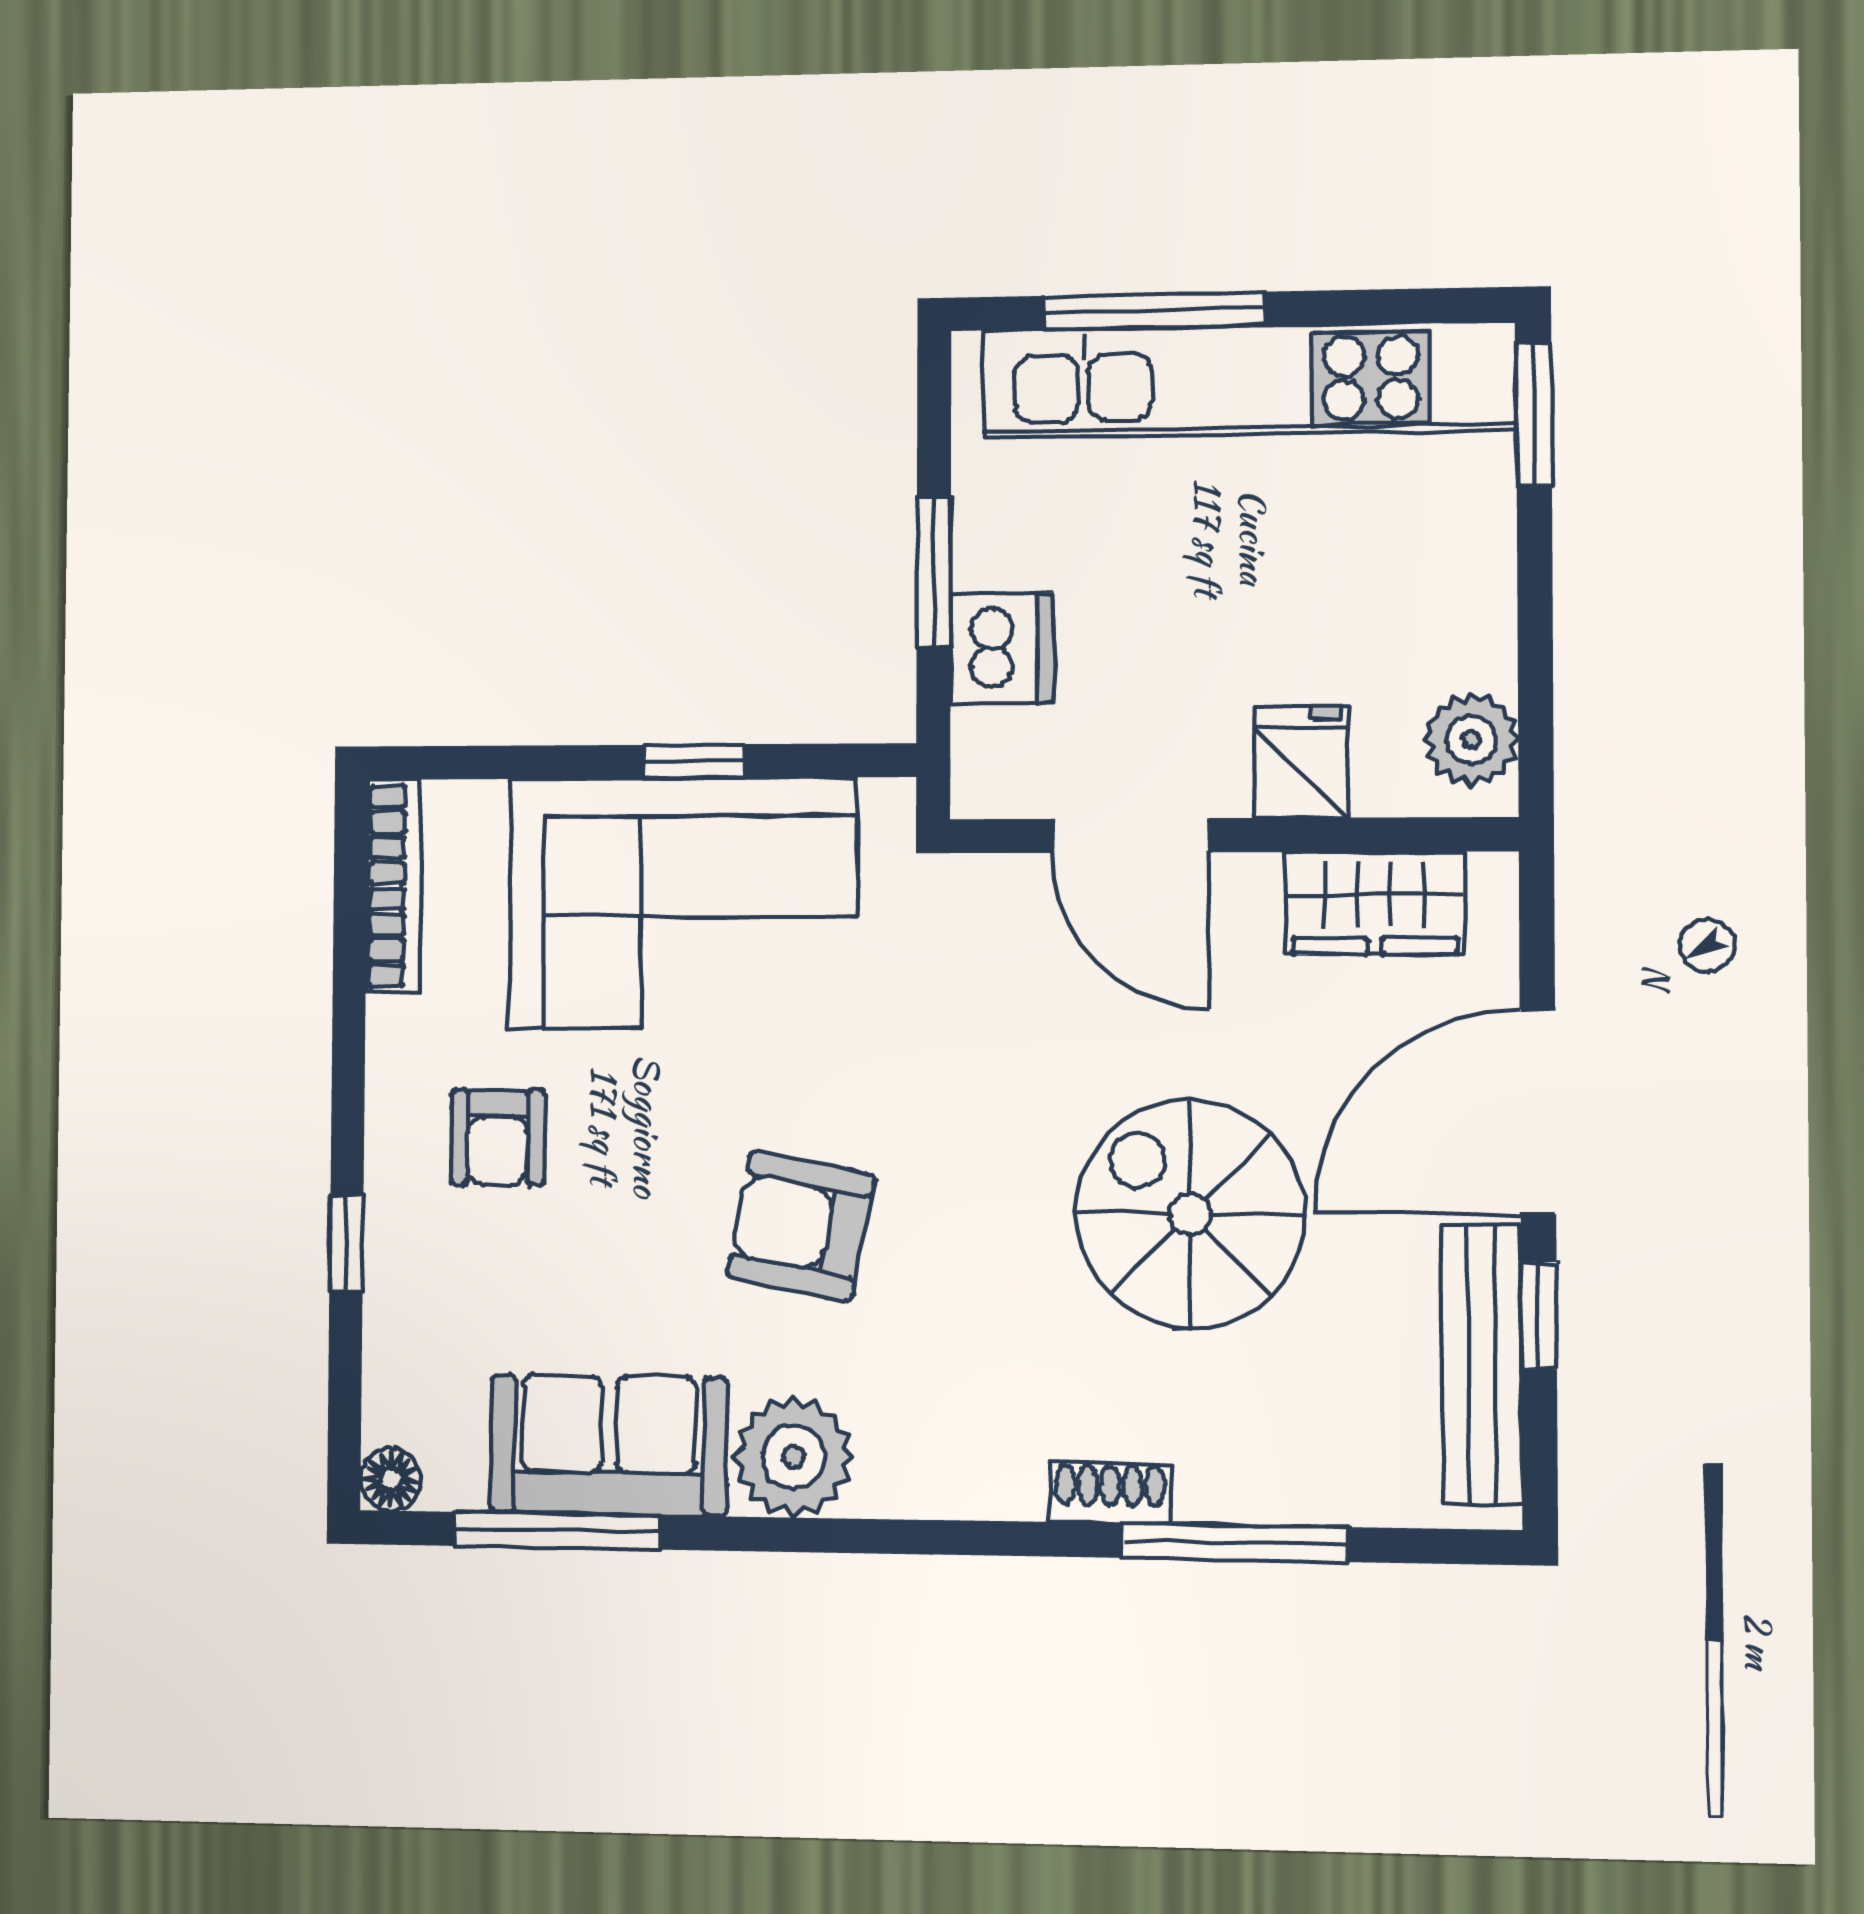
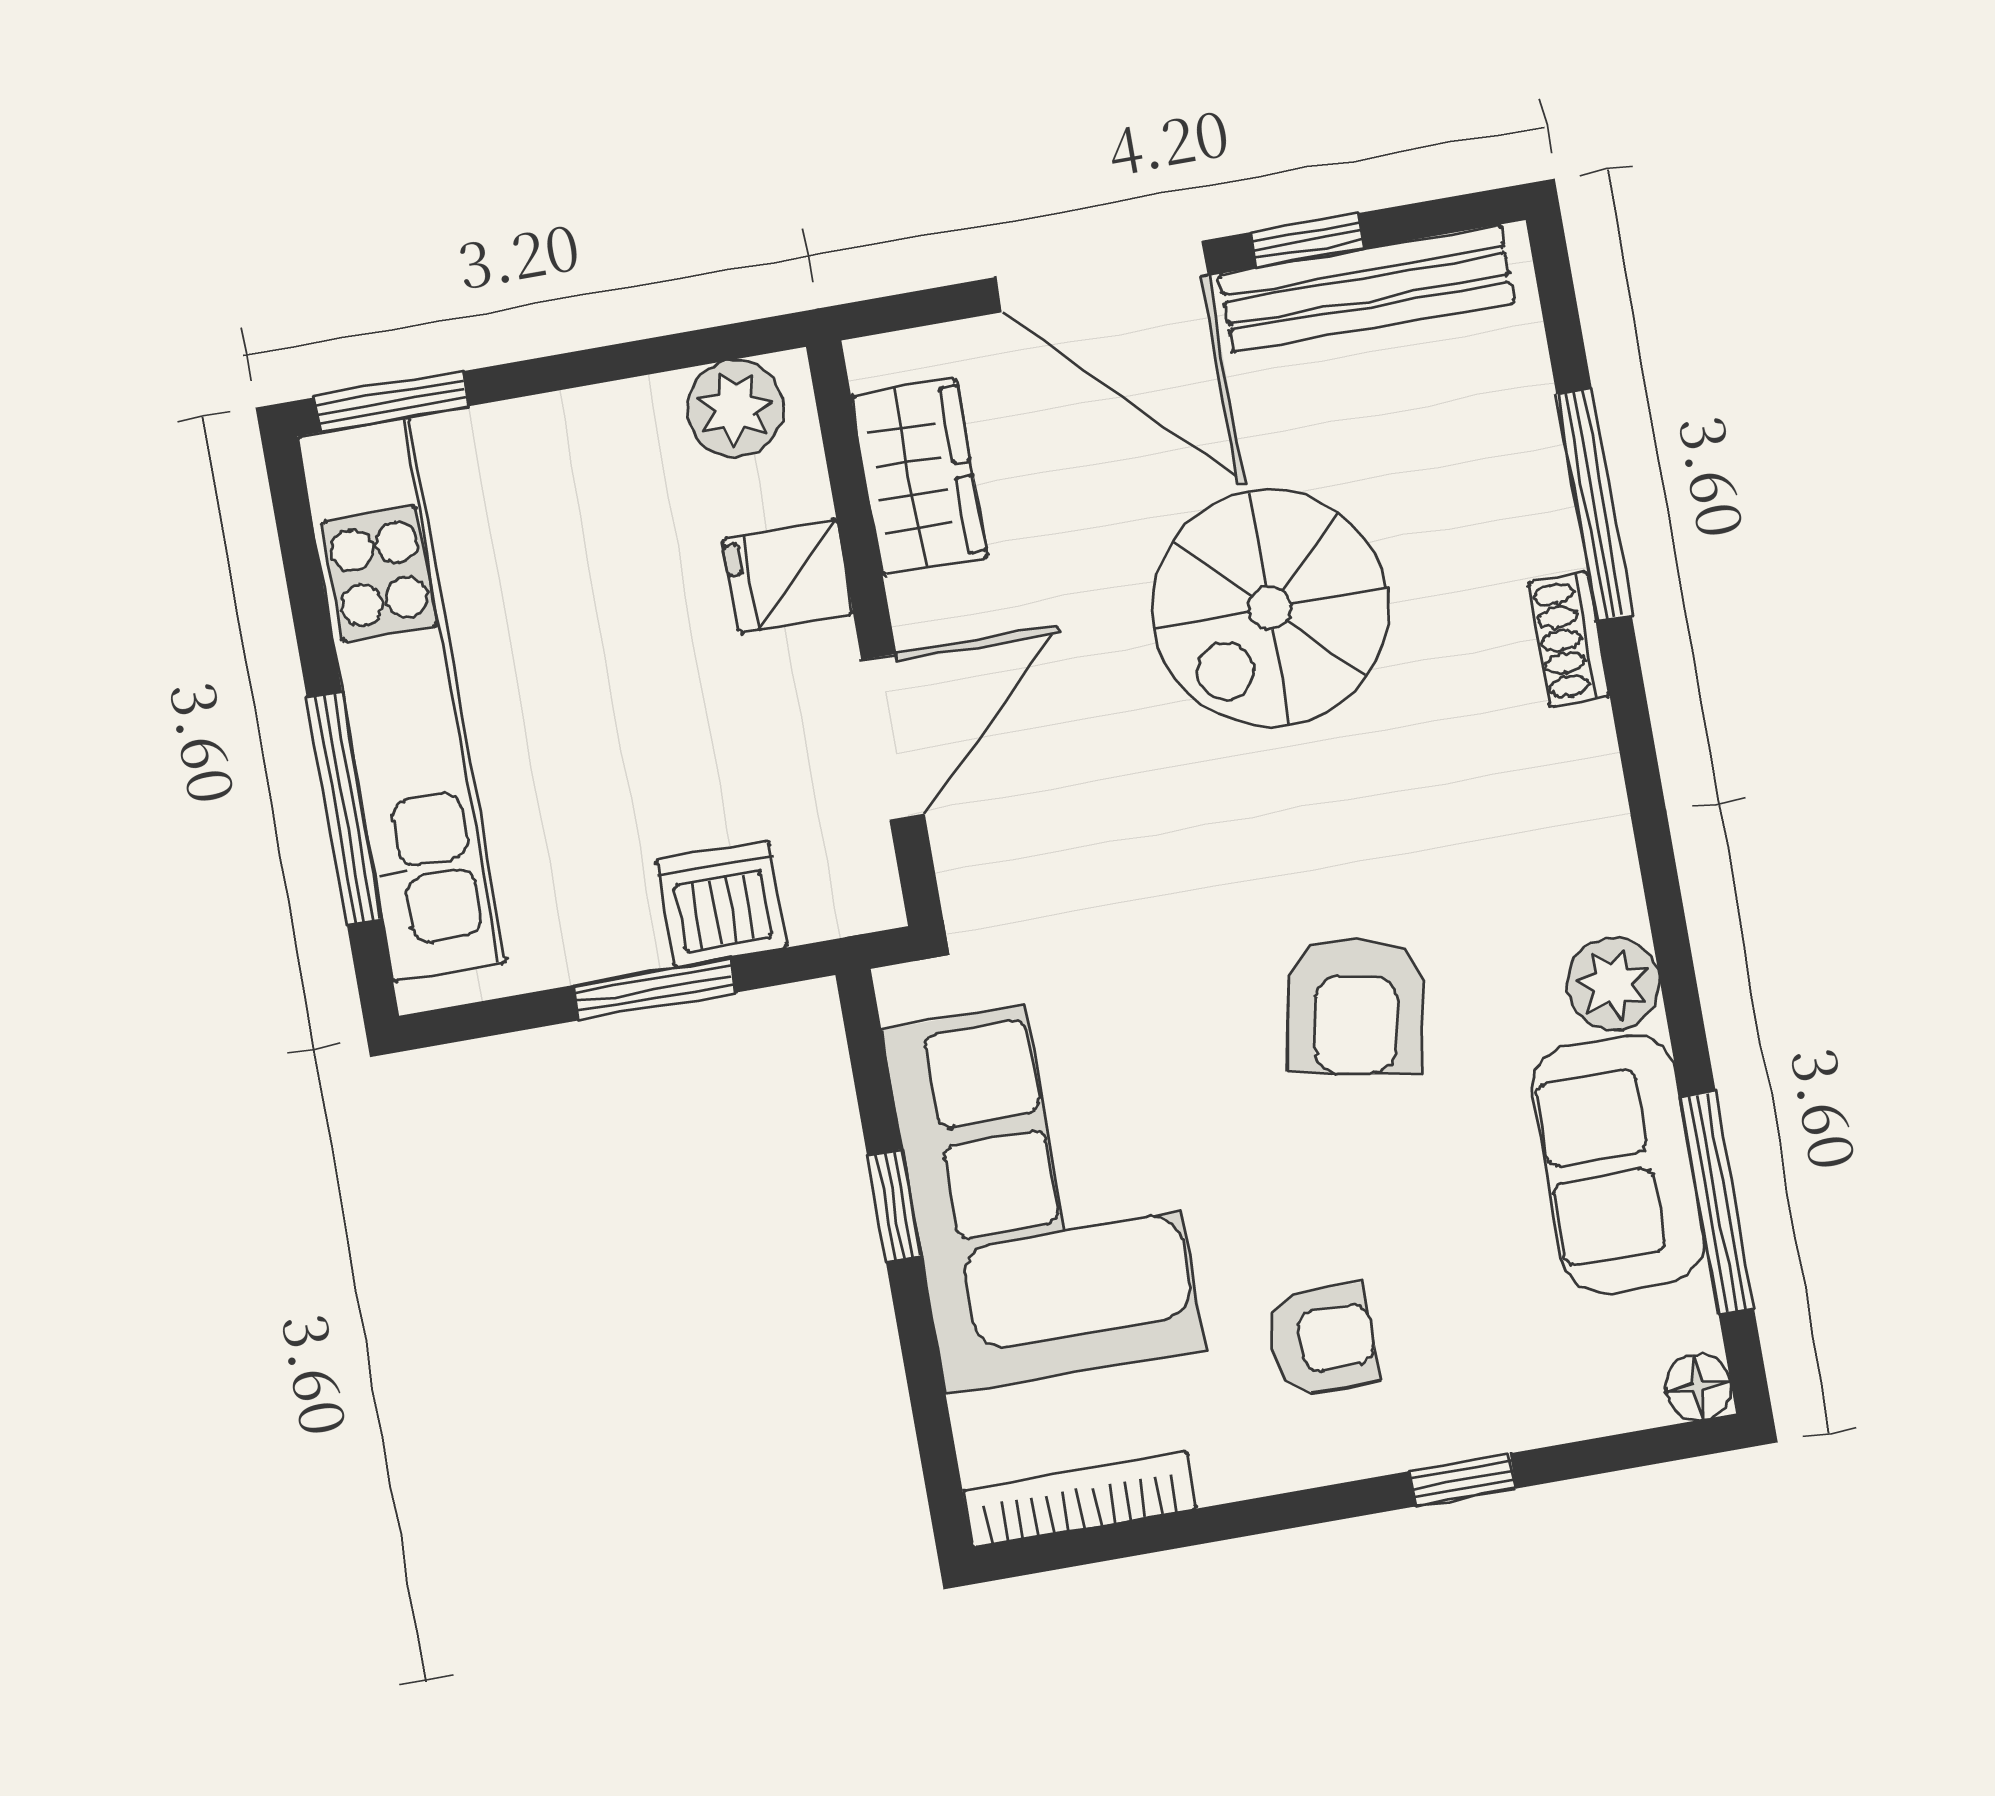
plant: (794, 1457) -> (1613, 984), width x0.73, depth x0.73

